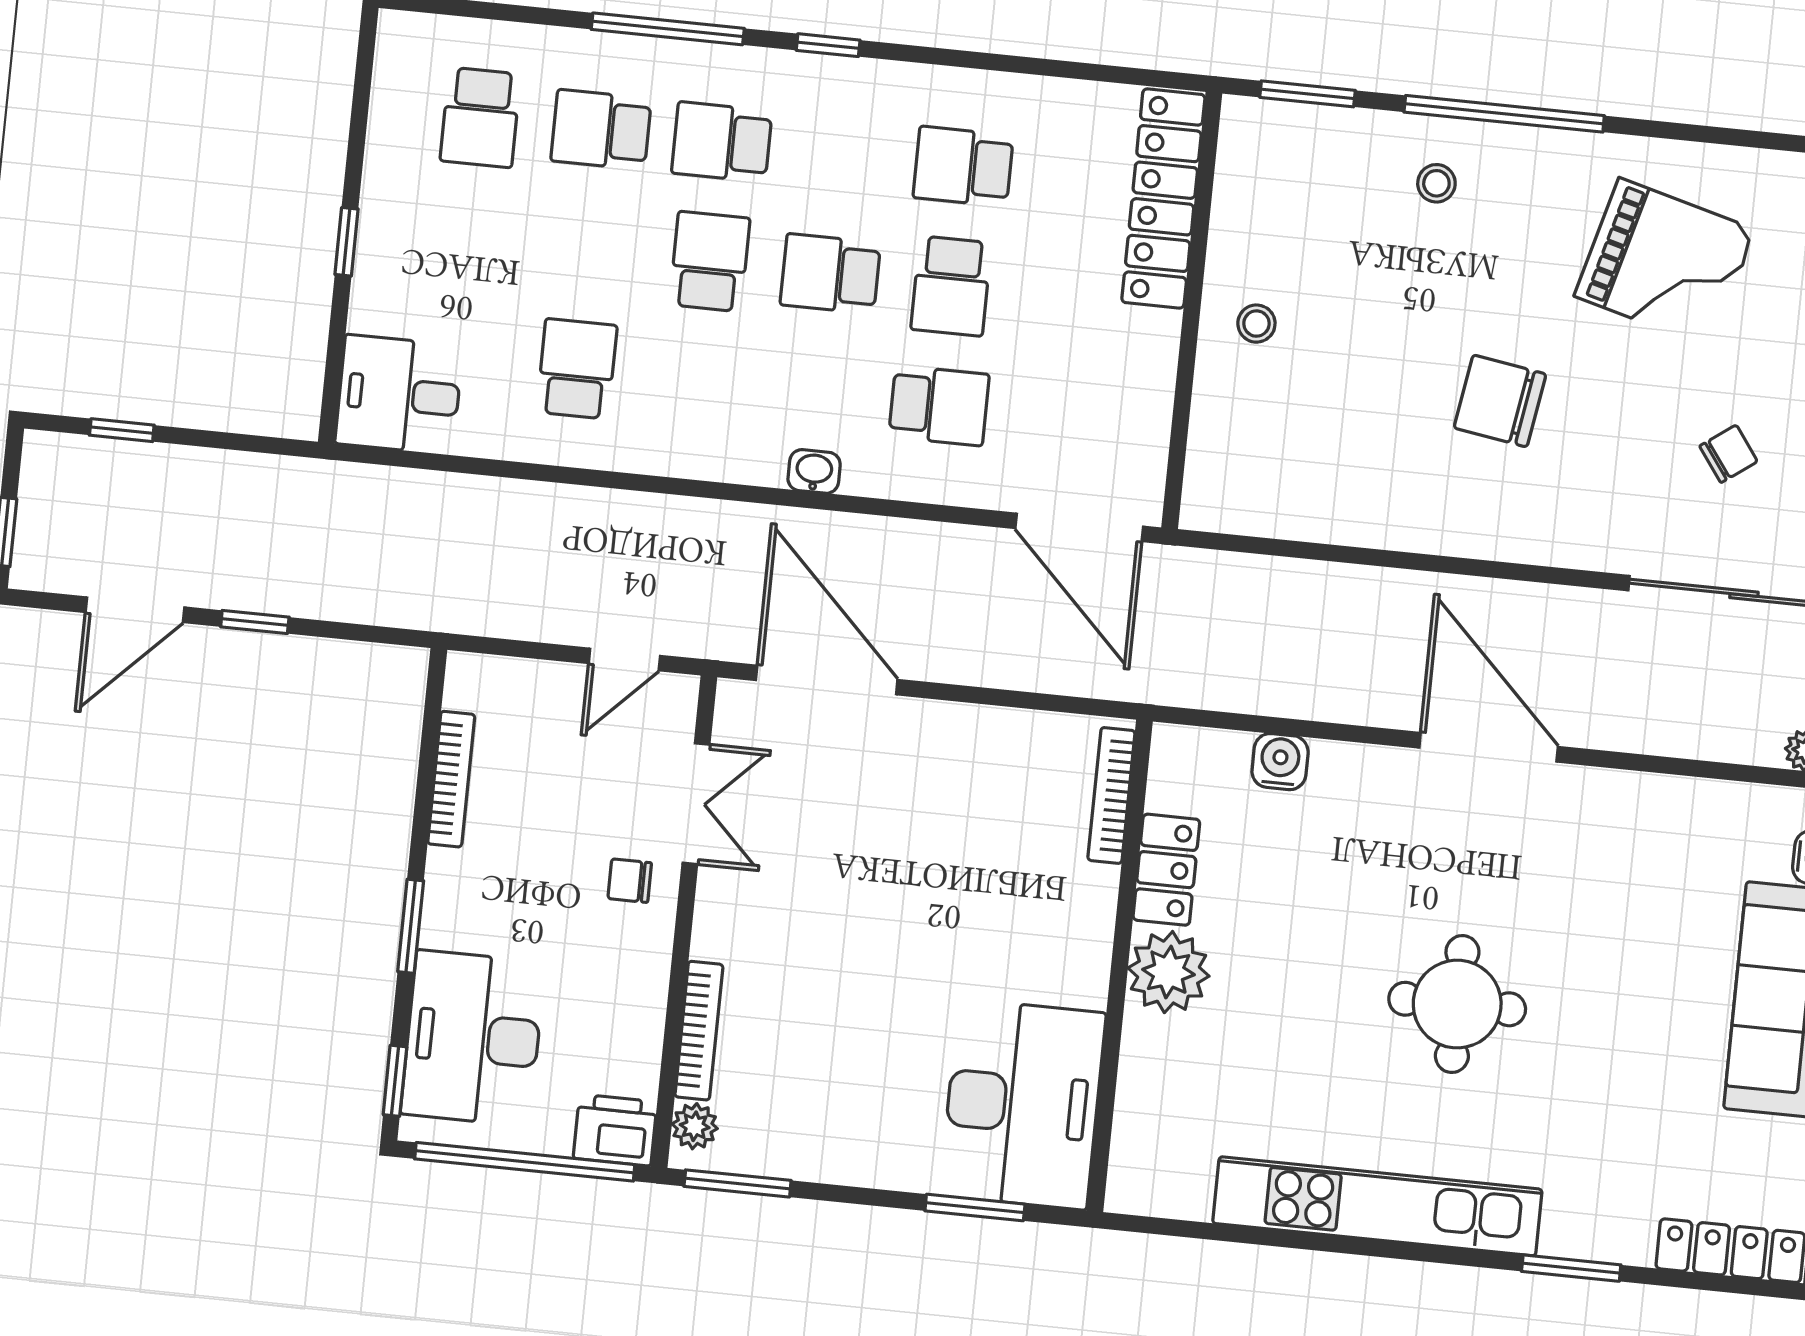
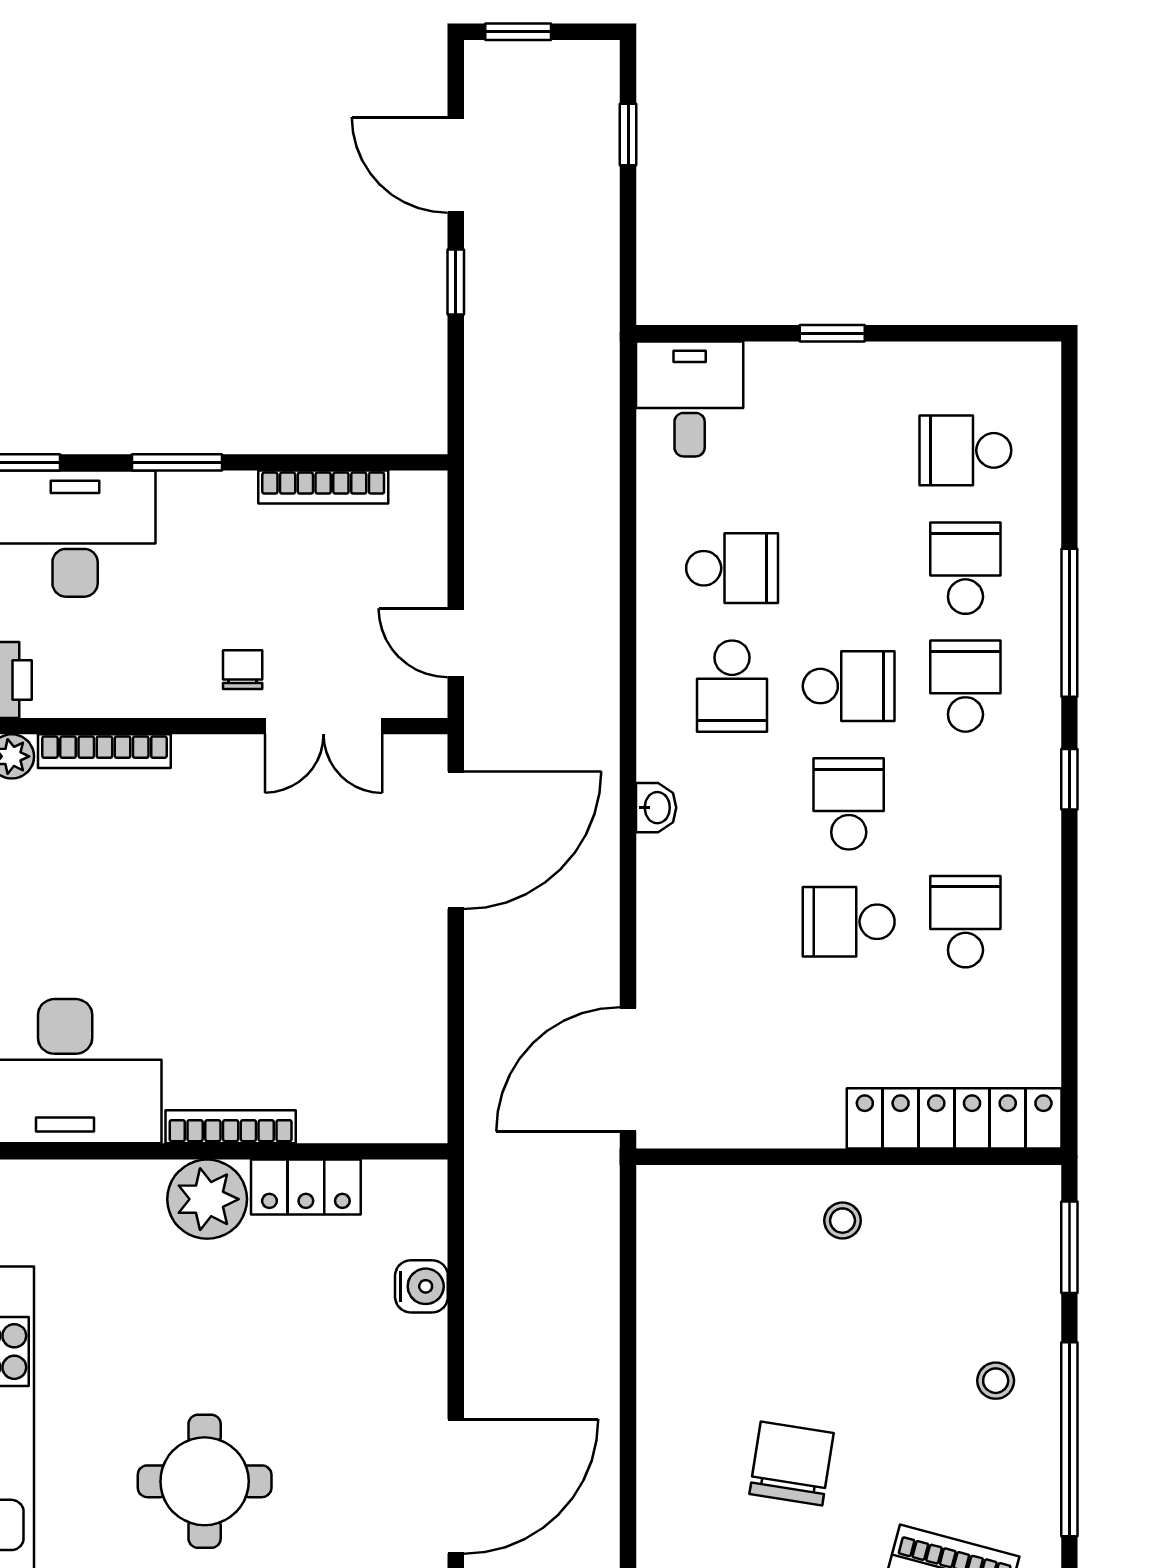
school desk: (939, 406) -> (732, 686), moved
bookcase: (1111, 795) -> (231, 1127), moved

